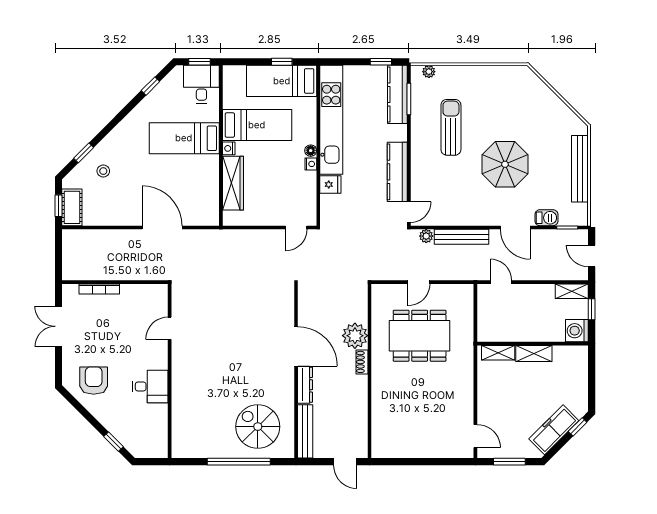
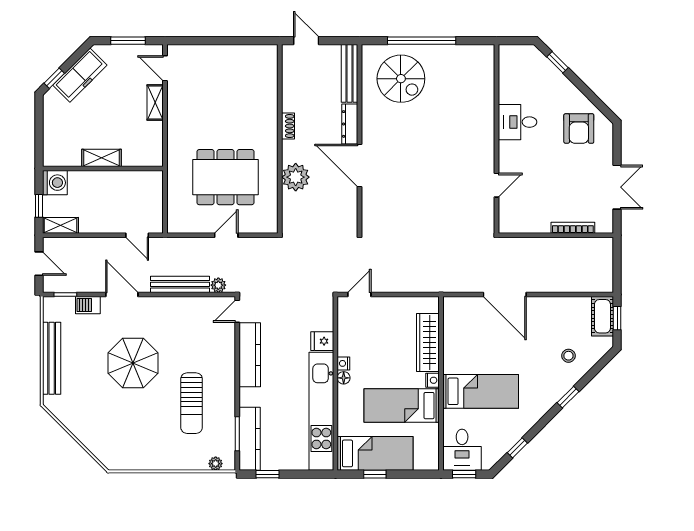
window: (84, 153) -> (568, 397), moved
shelving: (498, 353) -> (155, 103), moved, turned 90
shoe rack: (362, 362) -> (288, 126), moved

